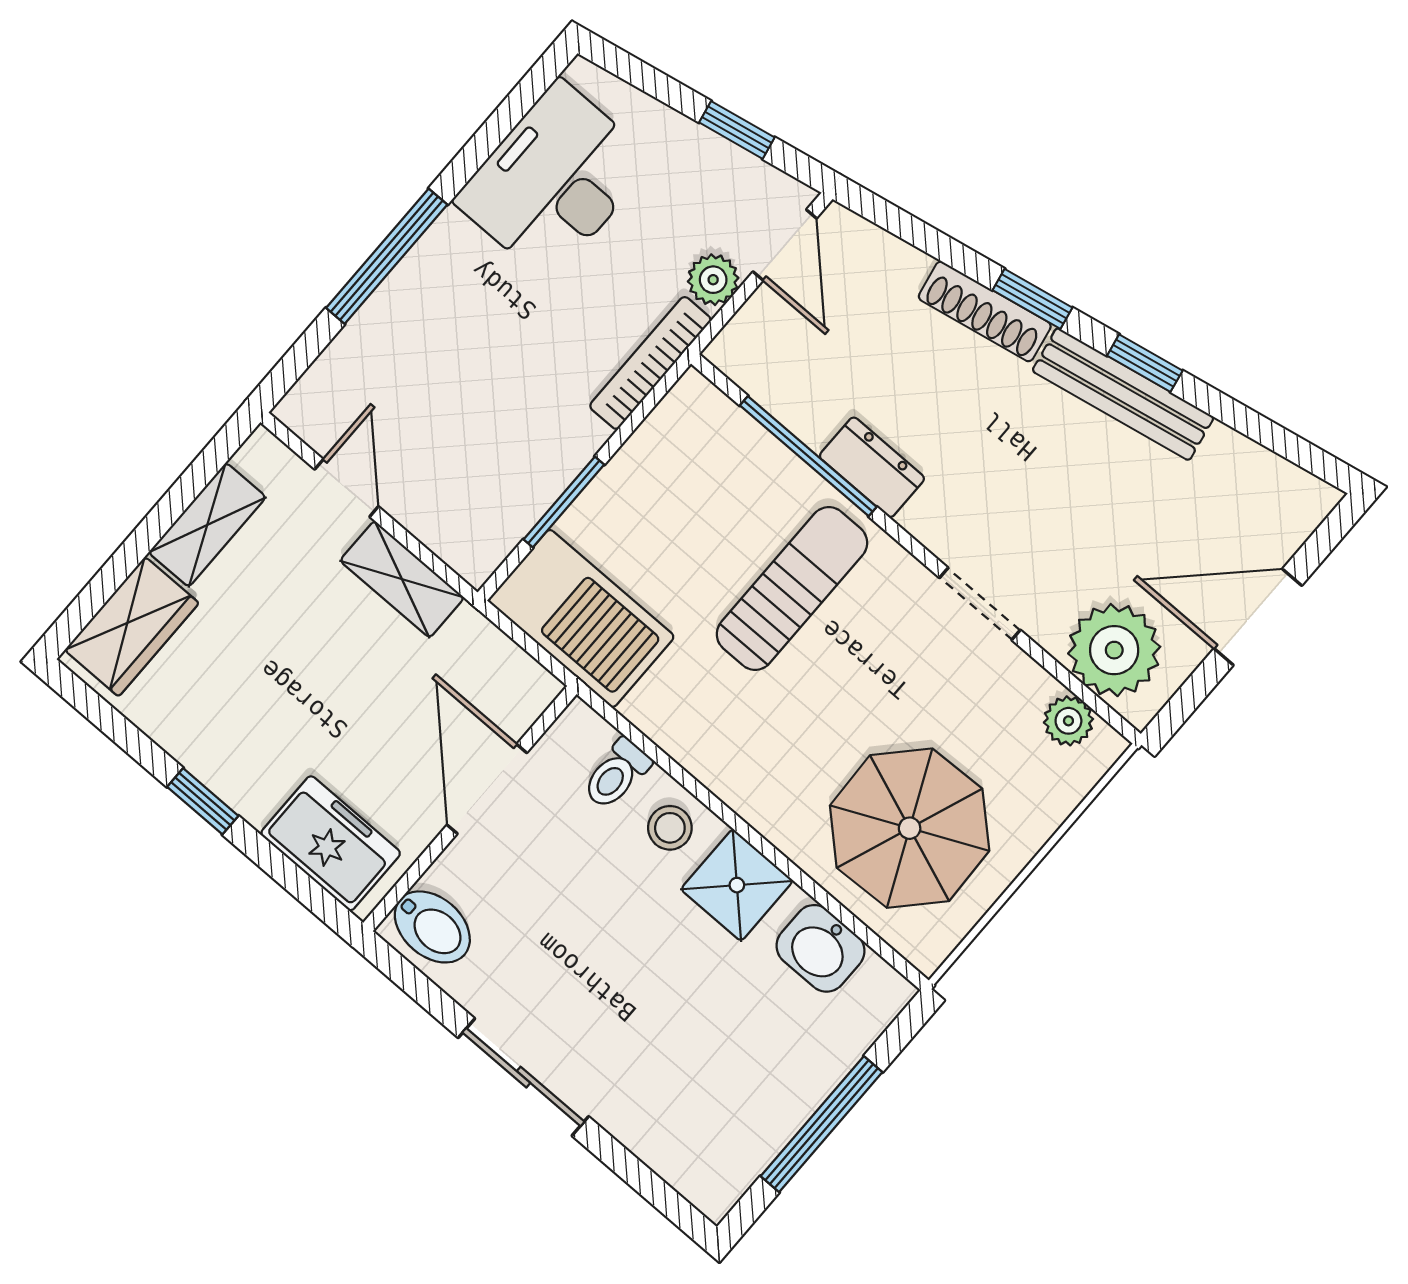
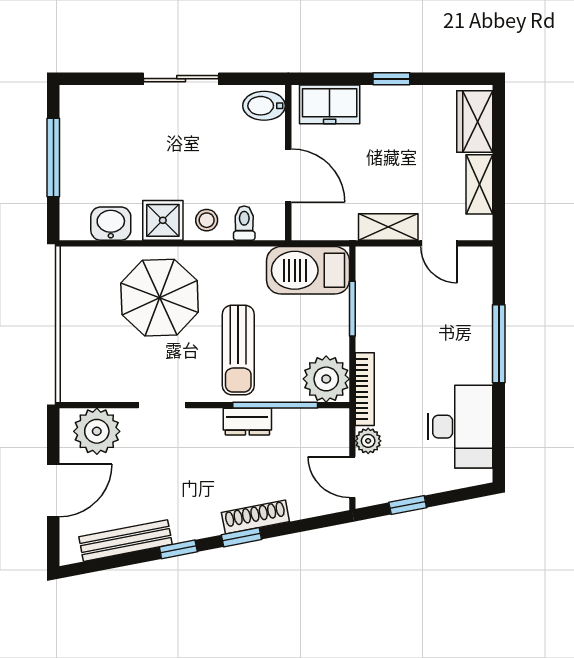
bench: (1123, 394) -> (126, 541), moved
plant: (1068, 721) -> (326, 379), moved, width x1.88, depth x1.88
parasol: (910, 828) -> (160, 298), moved

